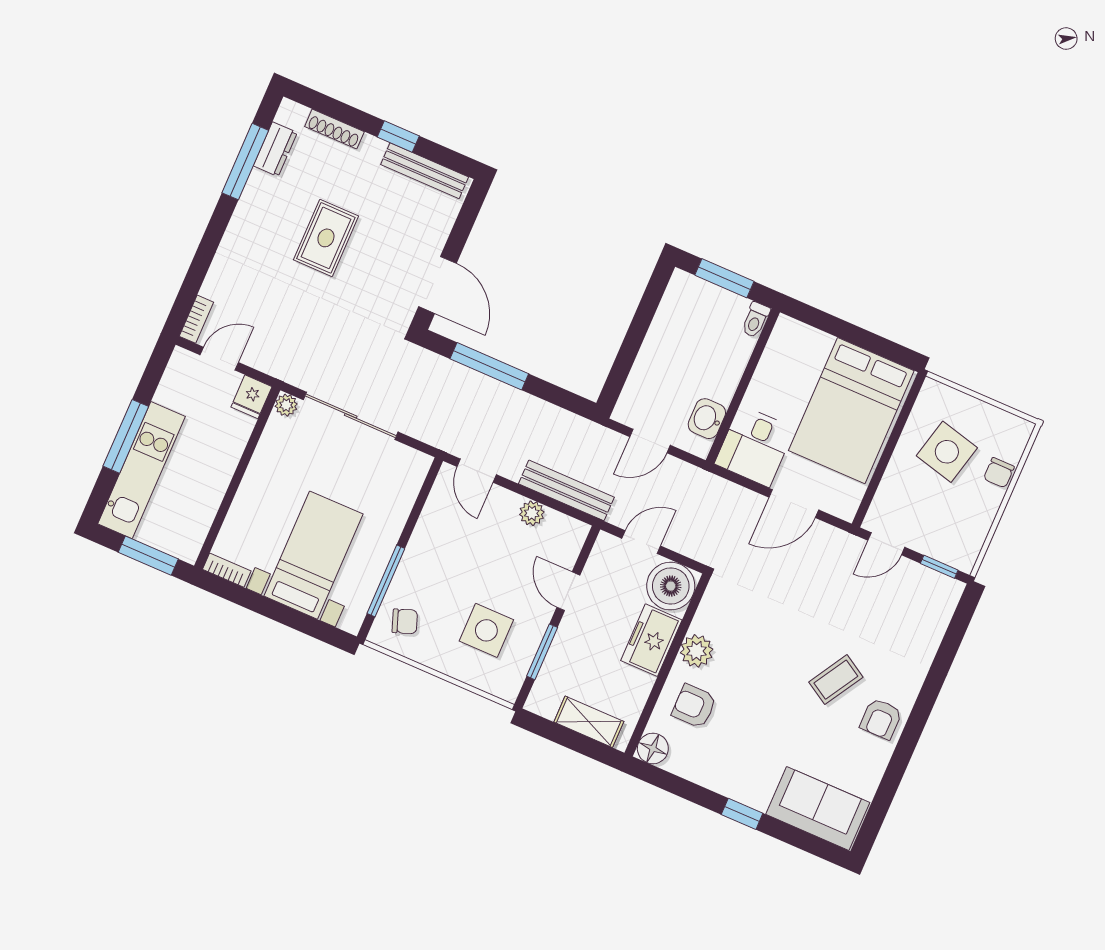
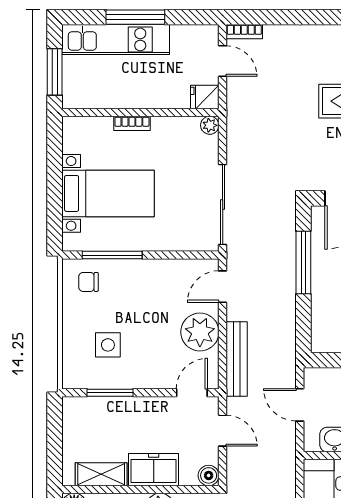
sliding door: (351, 416) -> (223, 204), moved
plant: (532, 513) -> (200, 332), width x1.87, depth x1.87
bookcase: (227, 570) -> (132, 123), moved, turned 90
boiler: (671, 586) -> (209, 475), width x0.54, depth x0.54
door: (568, 591) -> (192, 393), moved
chair: (405, 621) -> (88, 282), turned 110
side table: (486, 630) -> (108, 345), width x0.73, depth x0.73
shelving: (589, 722) -> (101, 474), moved, turned 90

